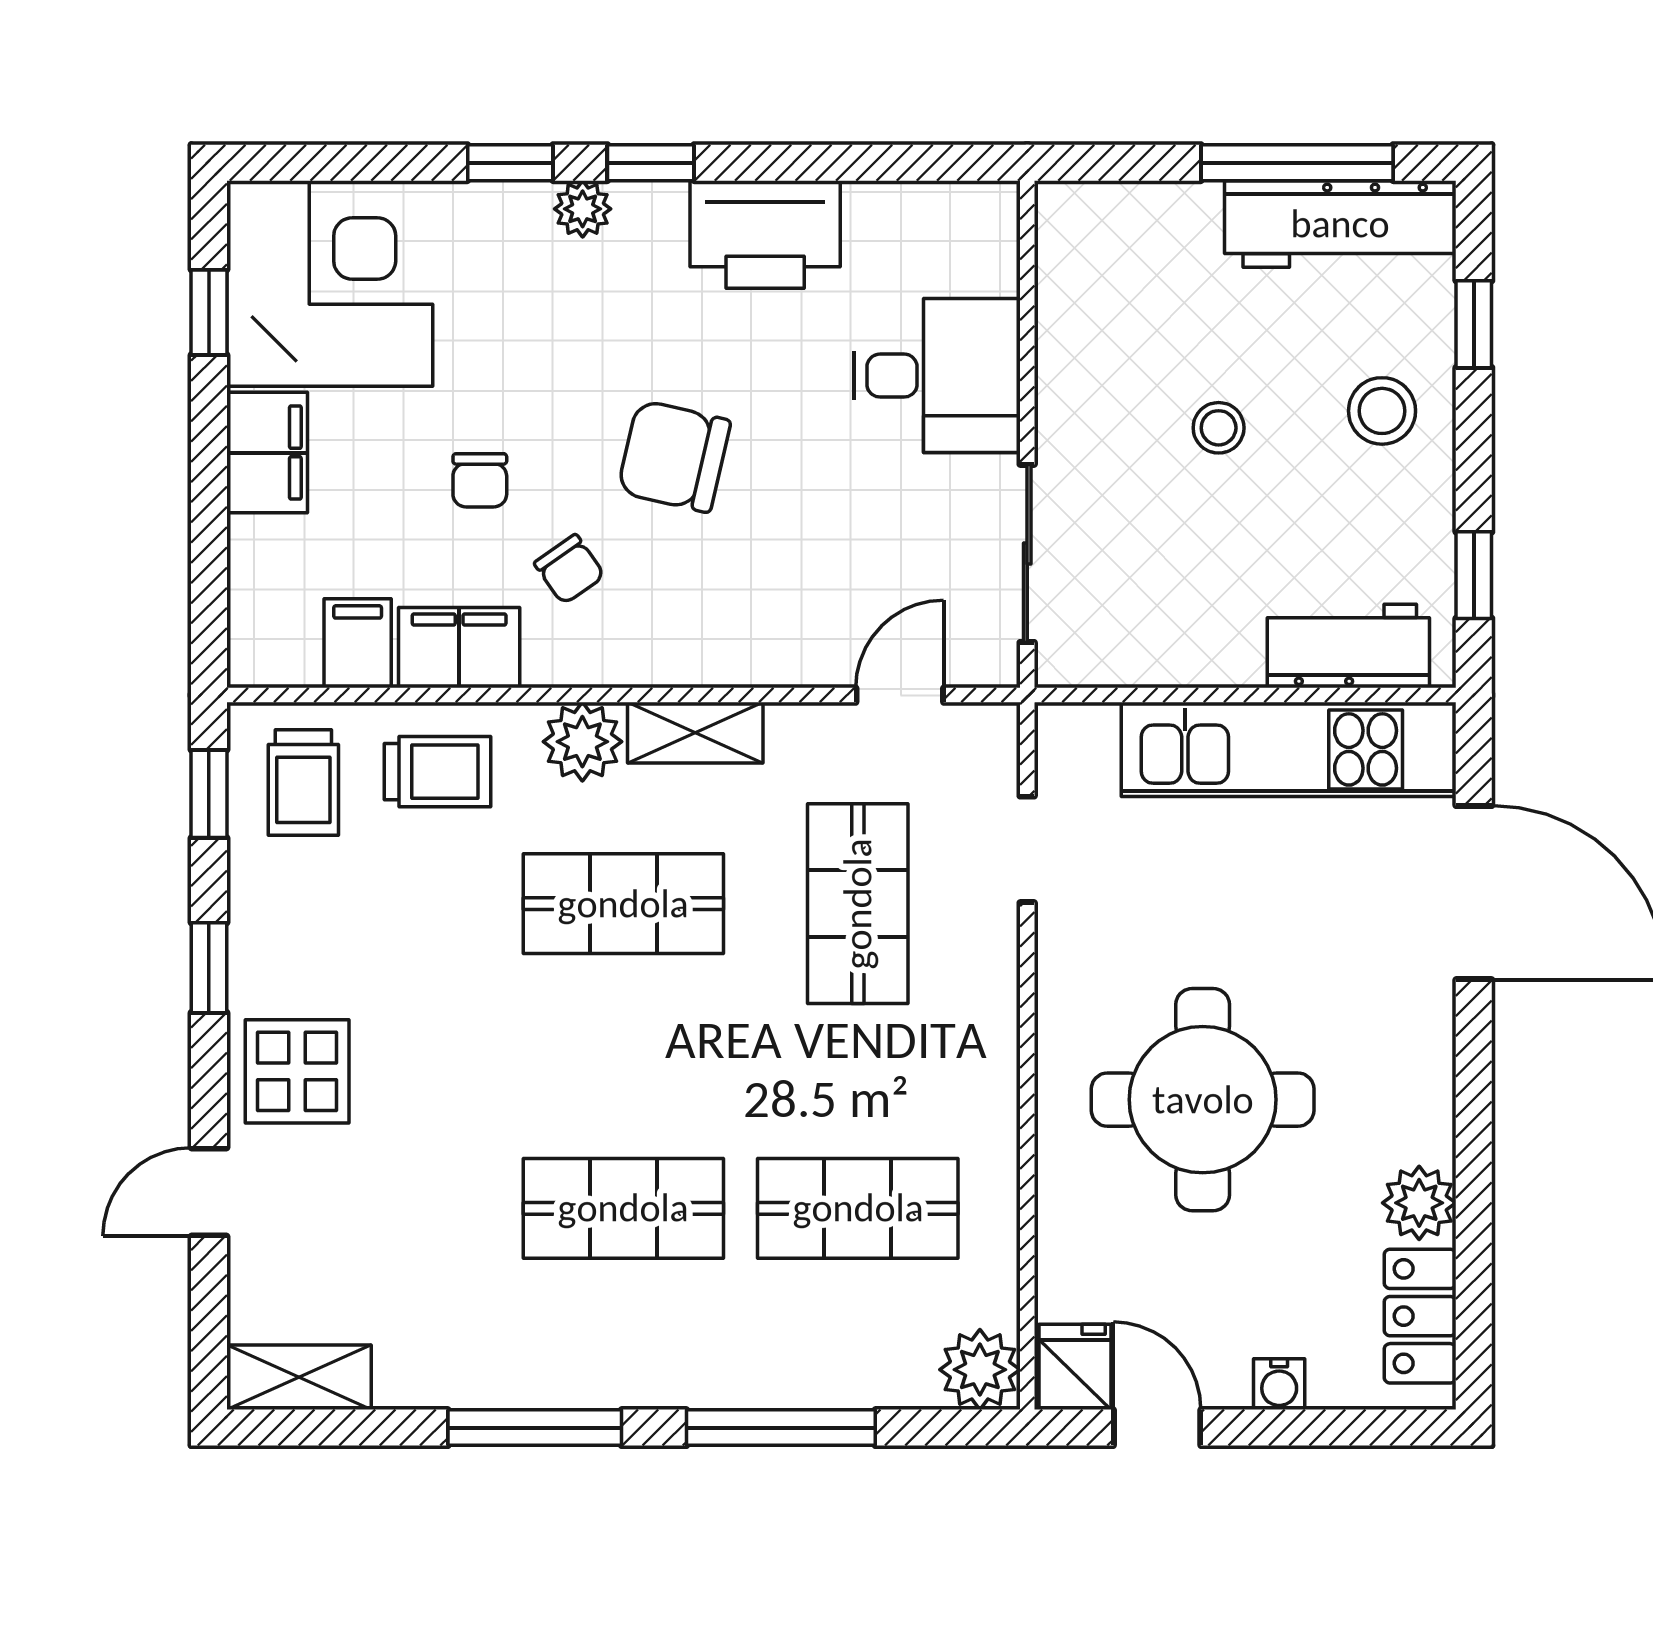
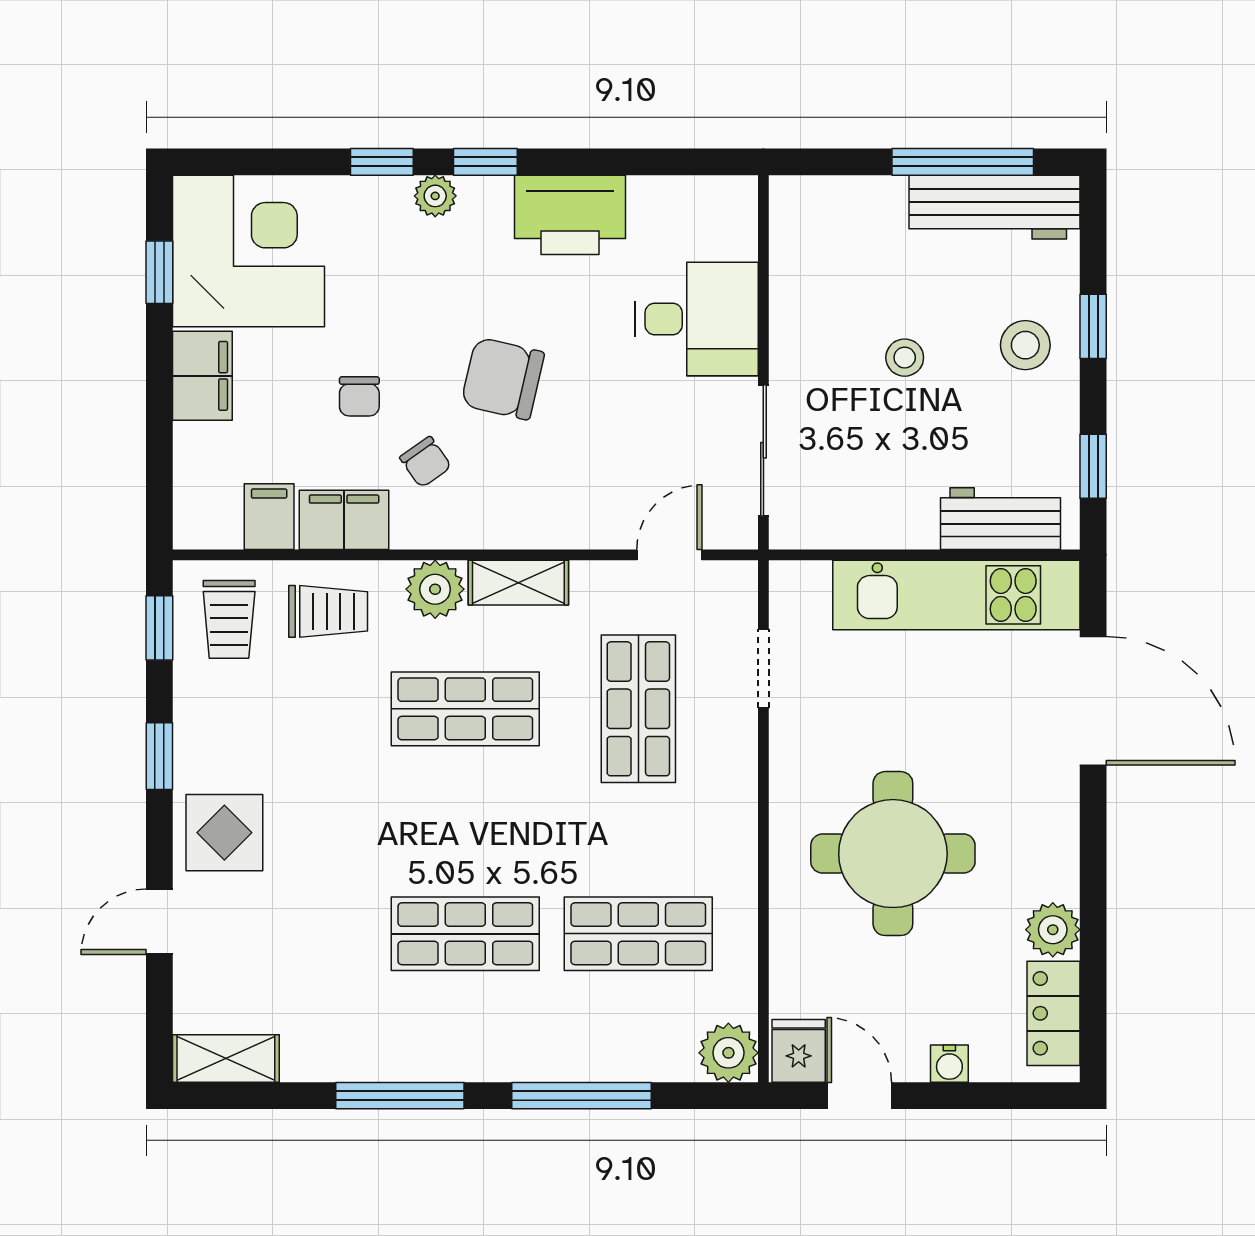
window: (1474, 324) -> (1093, 326), moved

